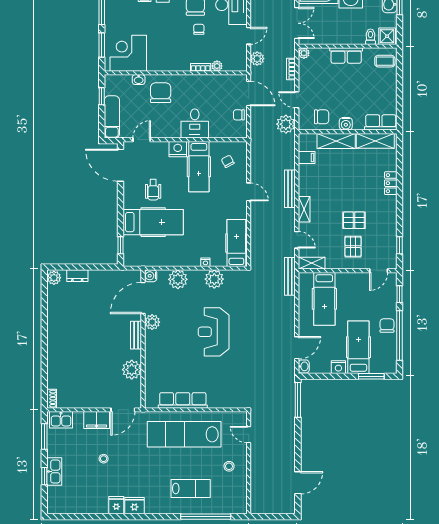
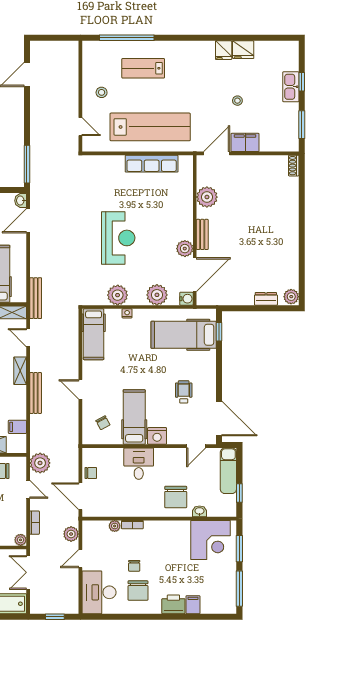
hospital bed: (153, 222) -> (184, 335), moved
kitchen sink: (61, 420) -> (284, 143), removed
fridge: (134, 506) -> (243, 50), moved

